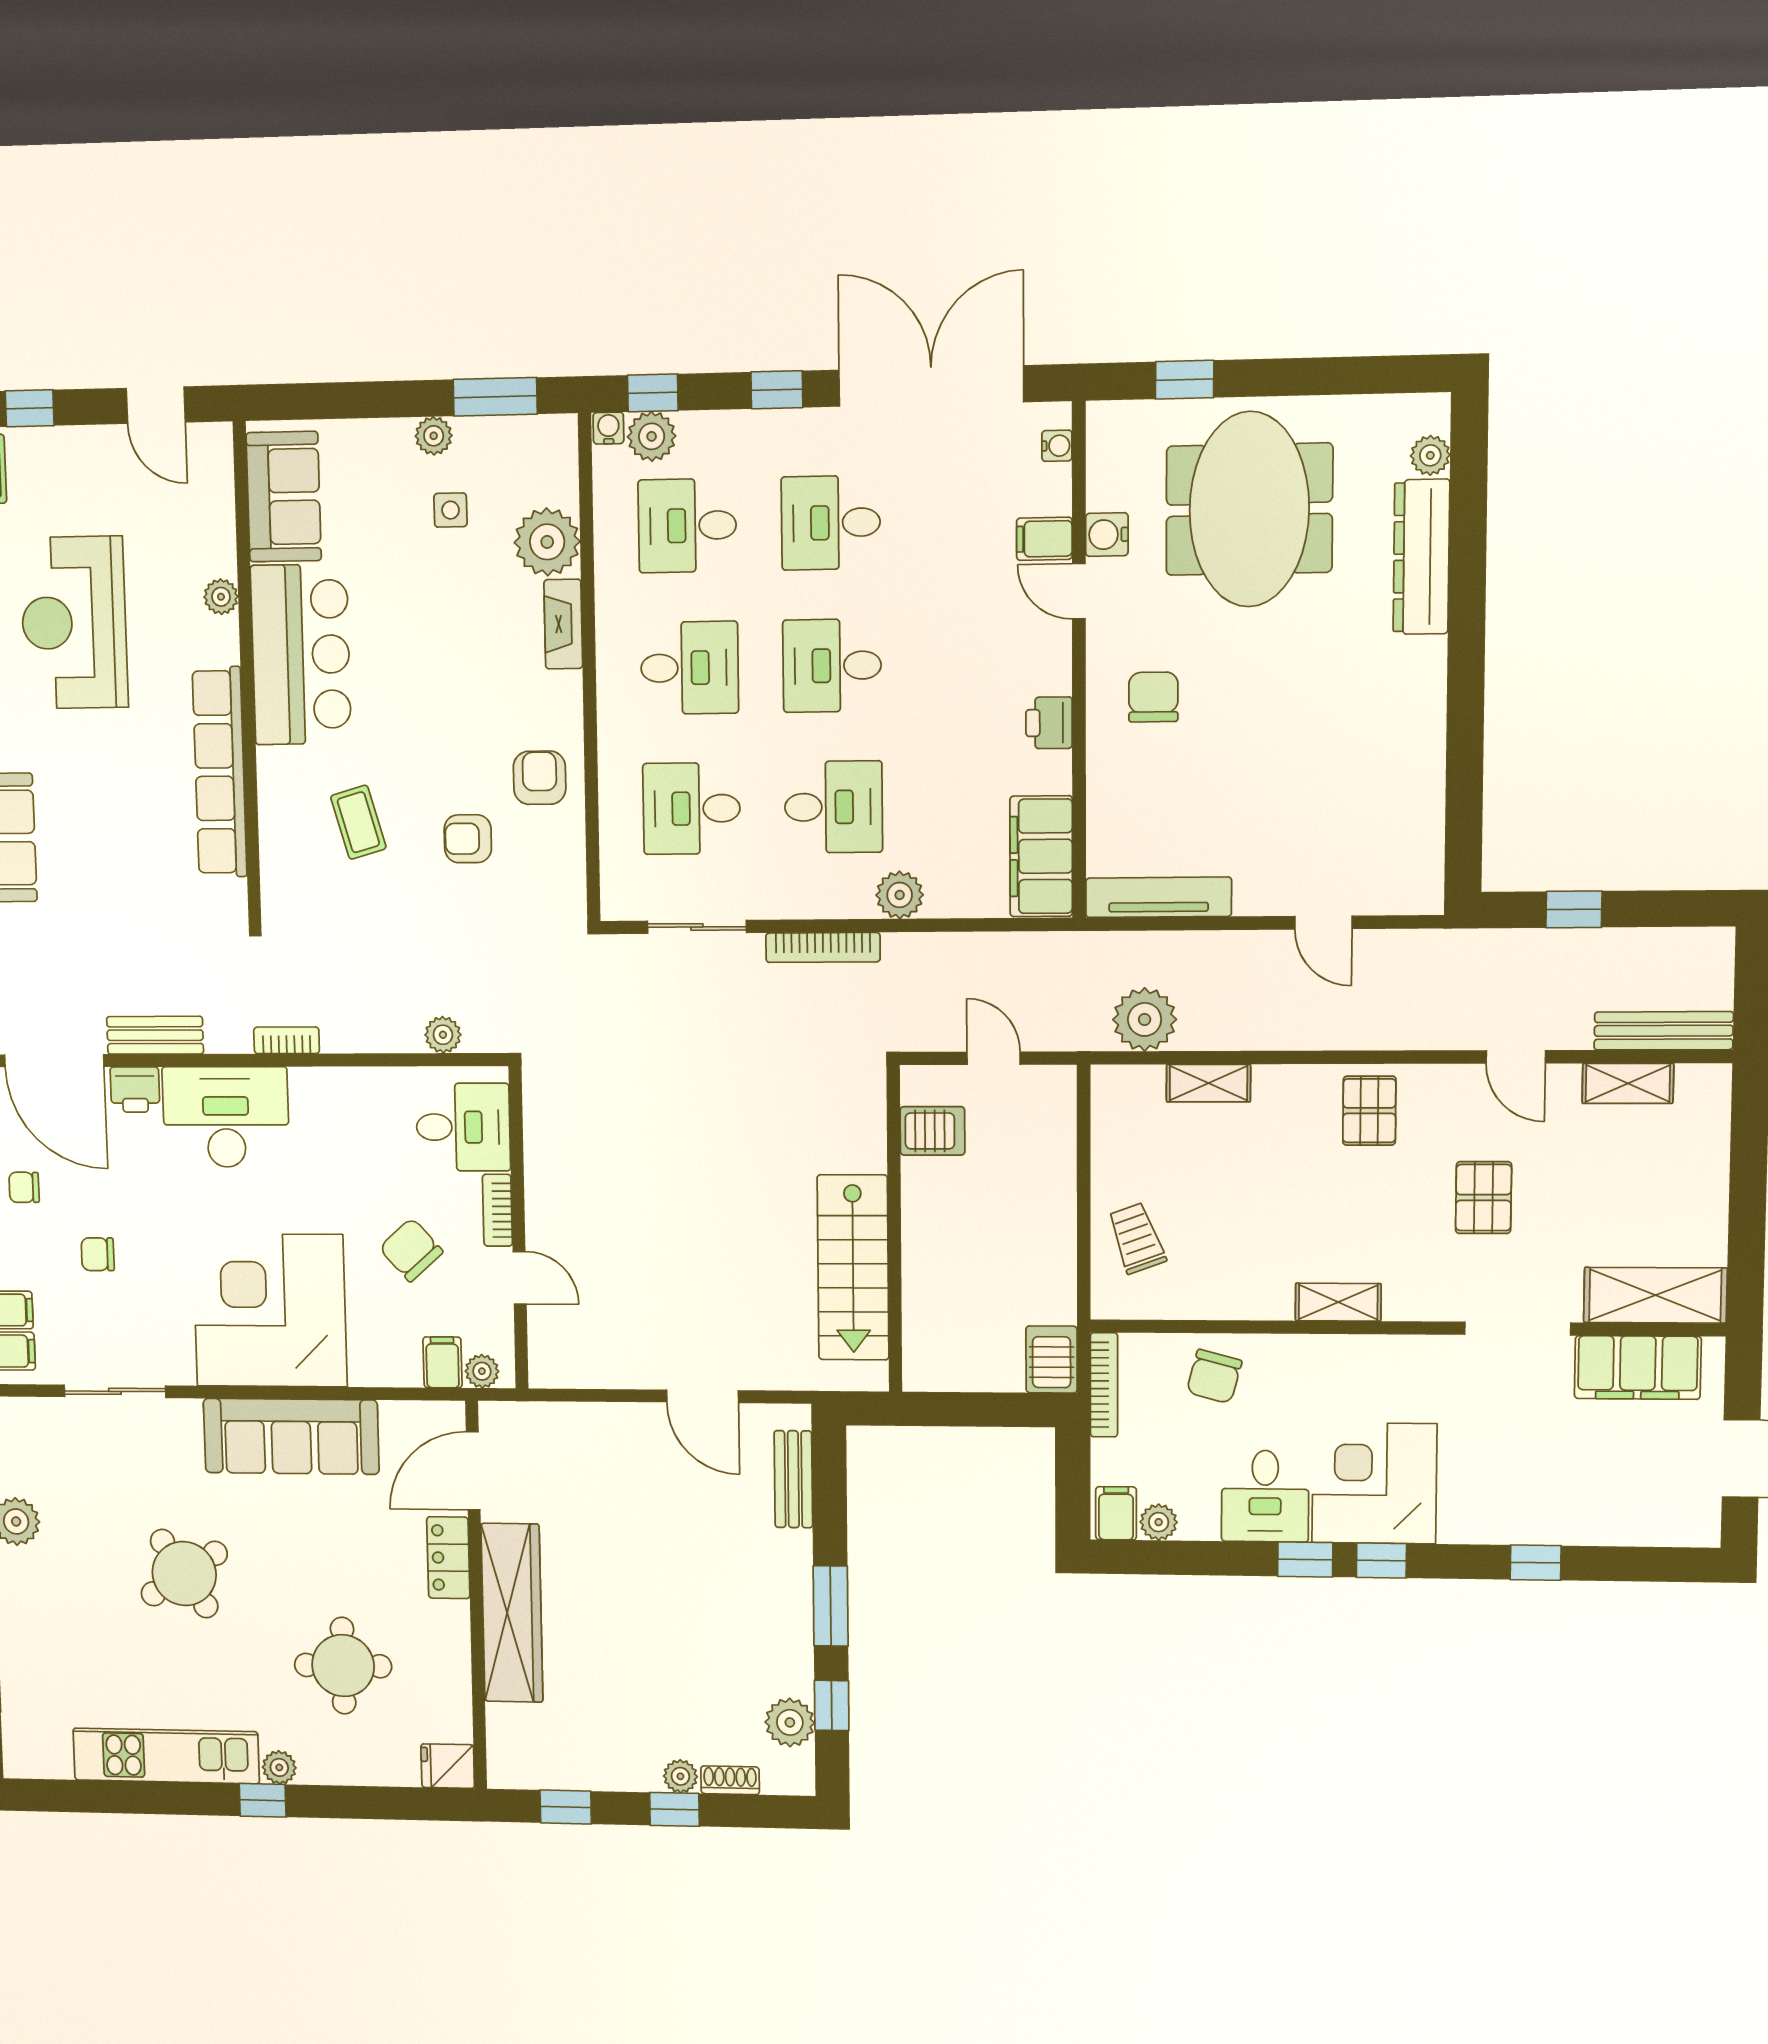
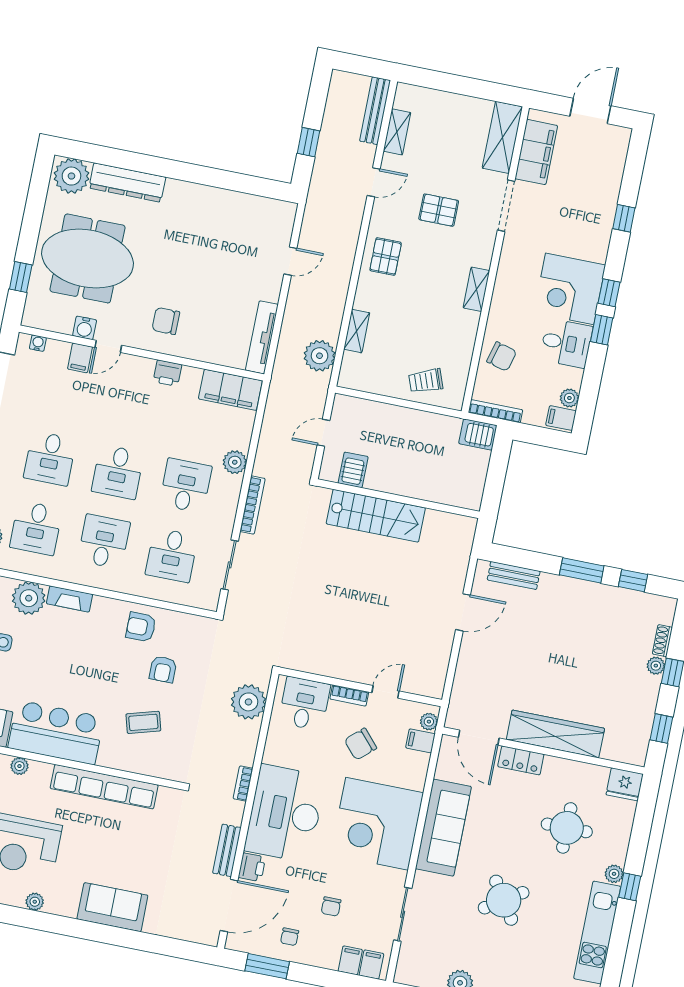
plant: (1430, 455) -> (71, 176), width x1.88, depth x1.88
plant: (443, 1035) -> (248, 702), width x1.88, depth x1.88
pallet: (1369, 1111) -> (386, 257), turned 90
desk: (226, 1117) -> (285, 813), width x1.36, depth x1.30
stairs: (853, 1268) -> (376, 516), moved
plant: (790, 1722) -> (638, 604), removed
fridge: (448, 1766) -> (625, 784), width x1.38

